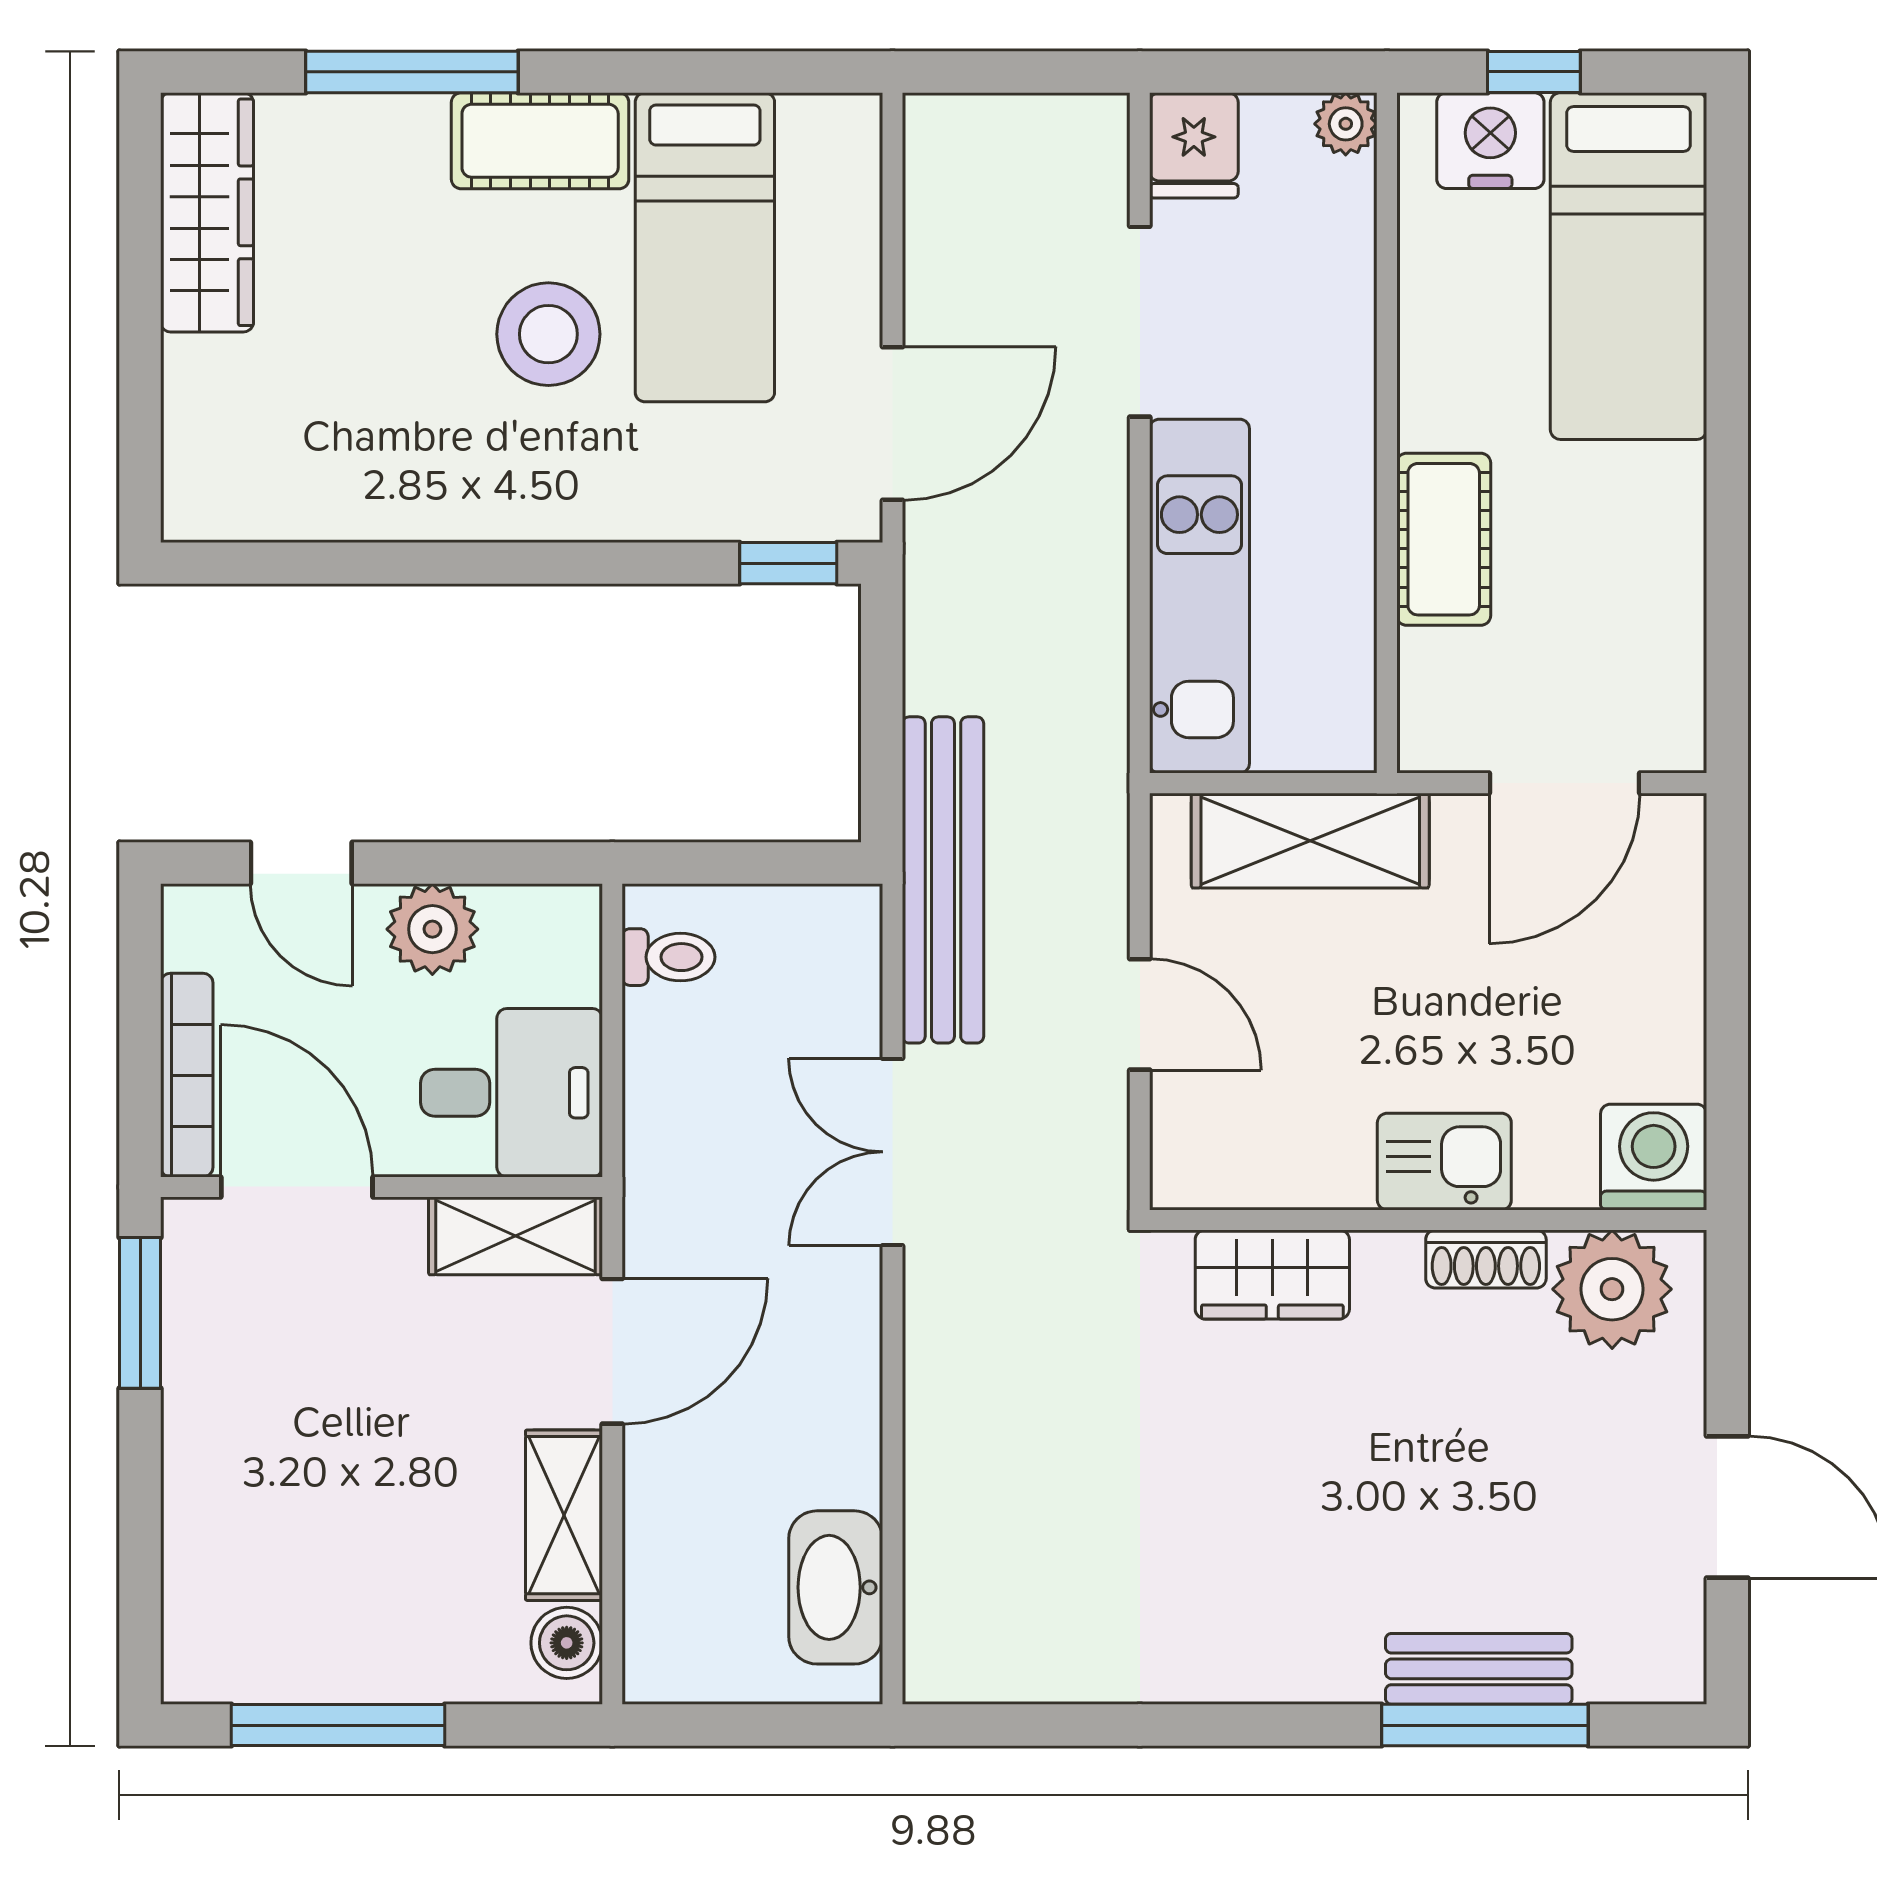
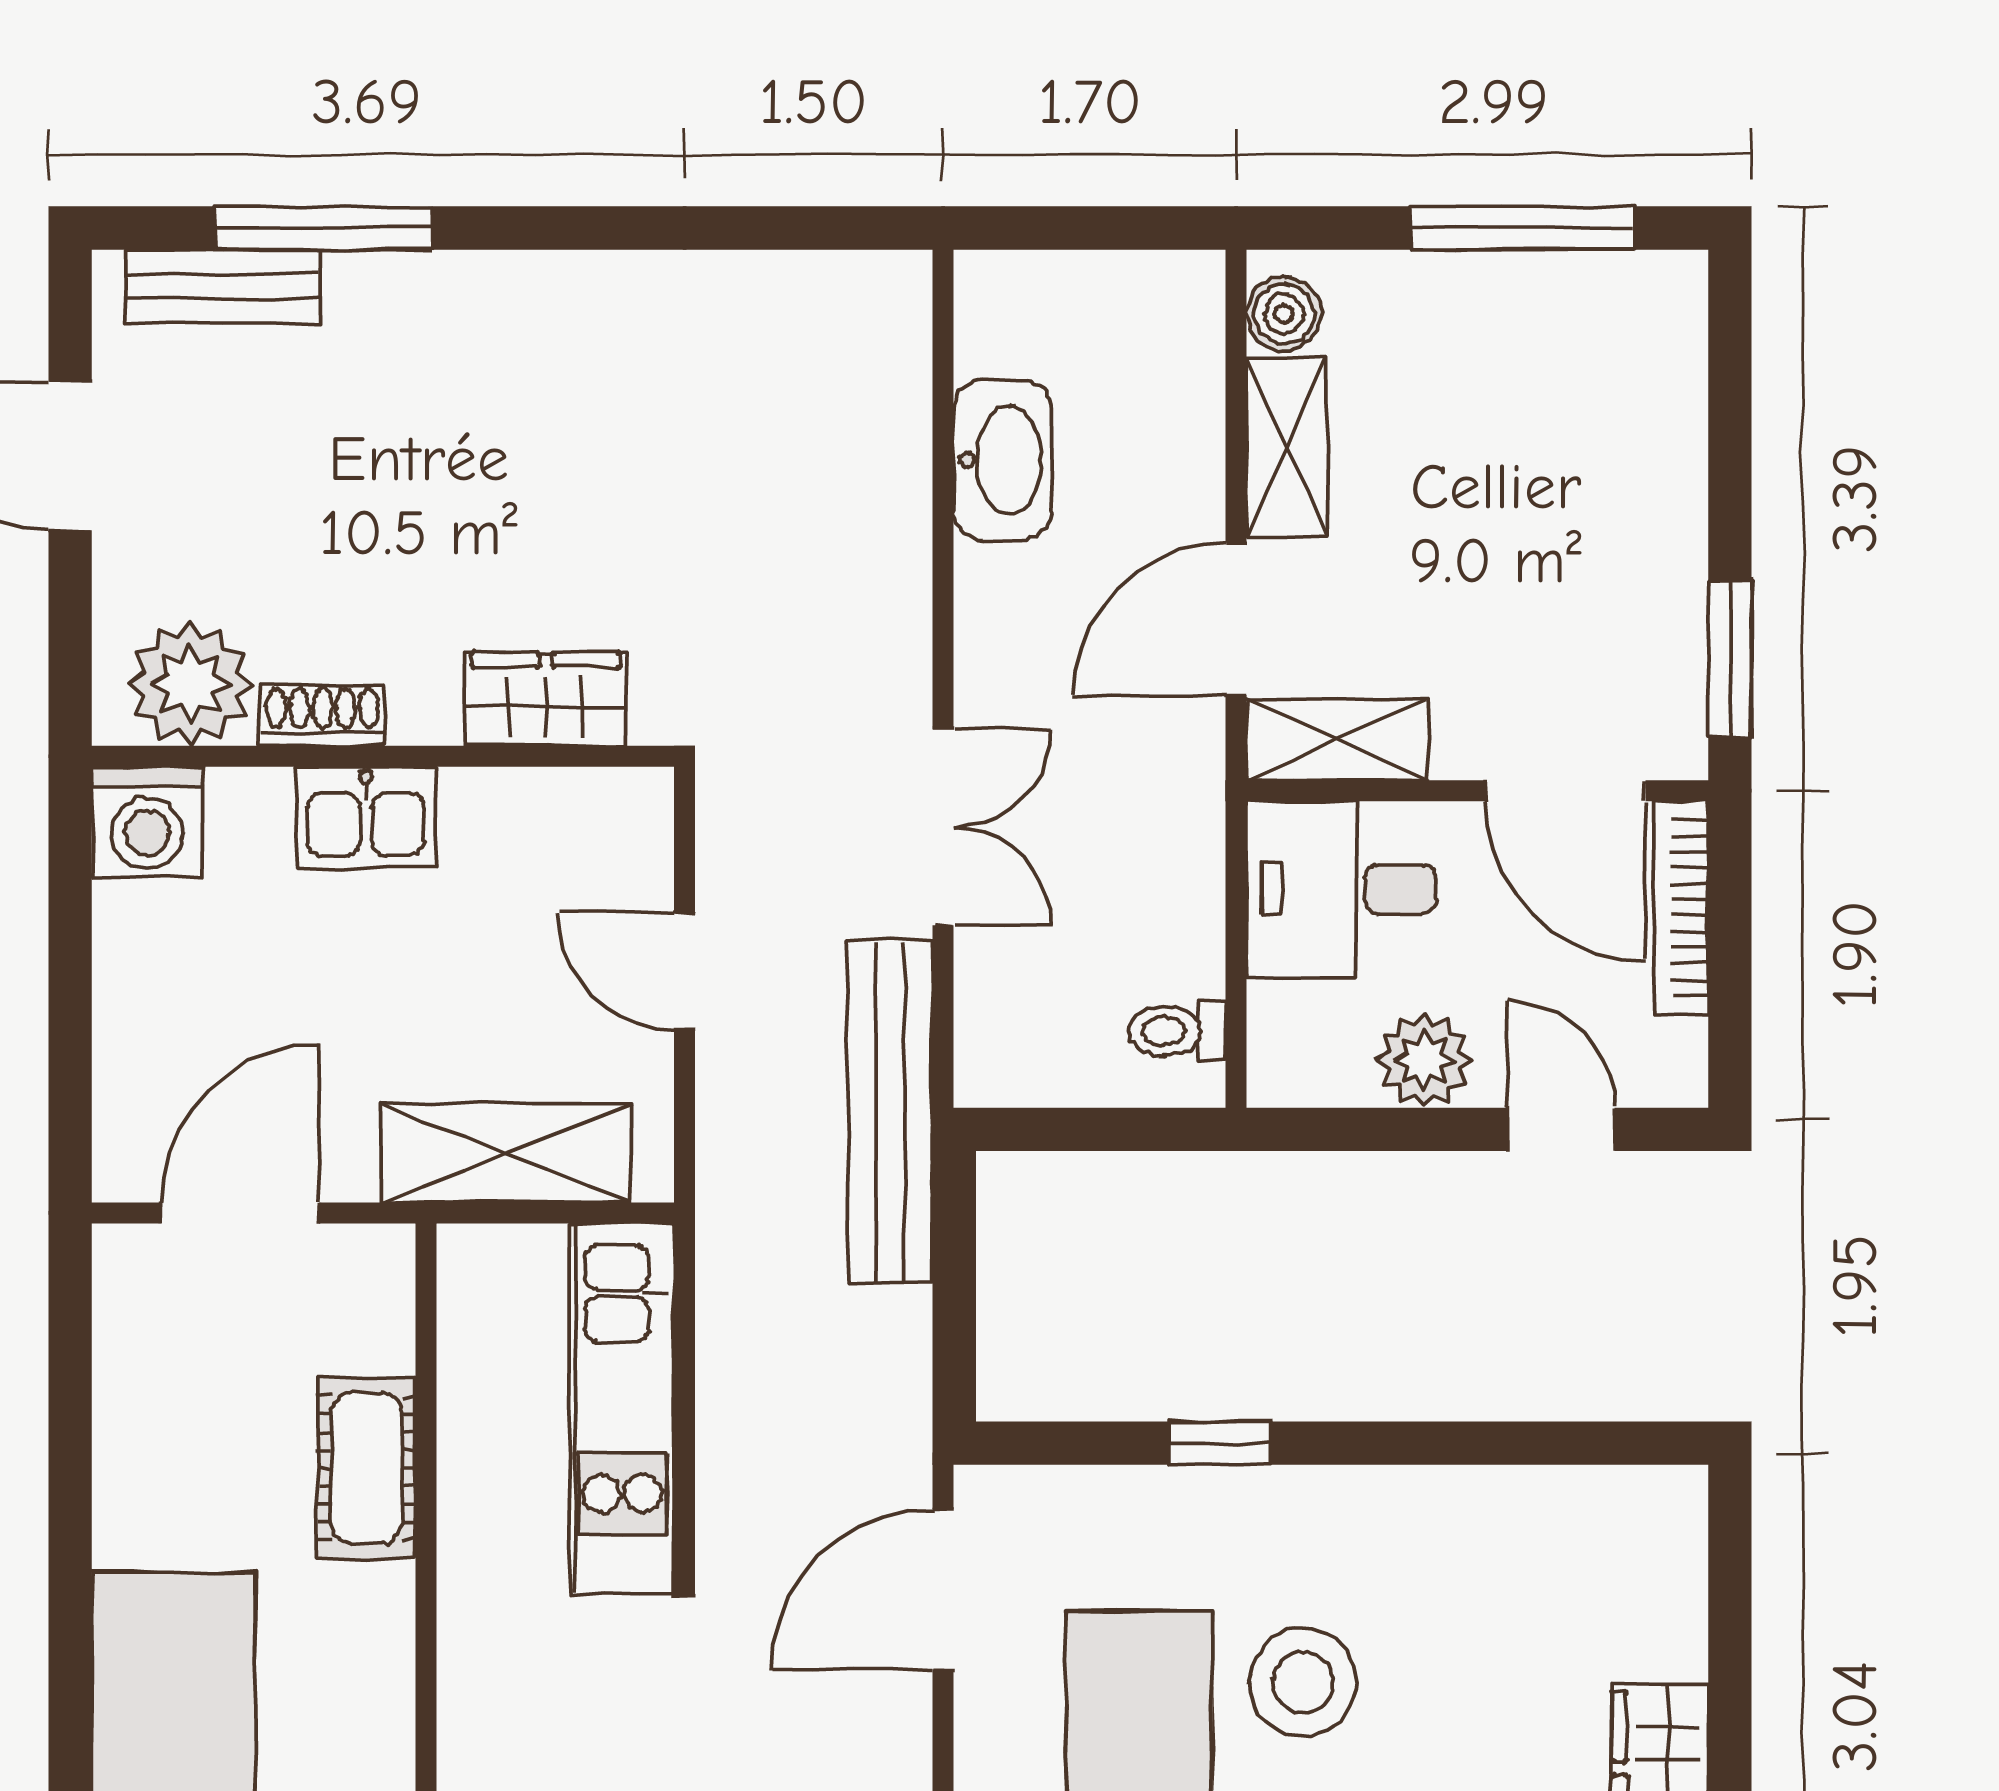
window: (788, 563) -> (1220, 1443), moved
washbasin: (836, 1587) -> (1002, 460), moved
bench: (1479, 1669) -> (222, 287), moved

